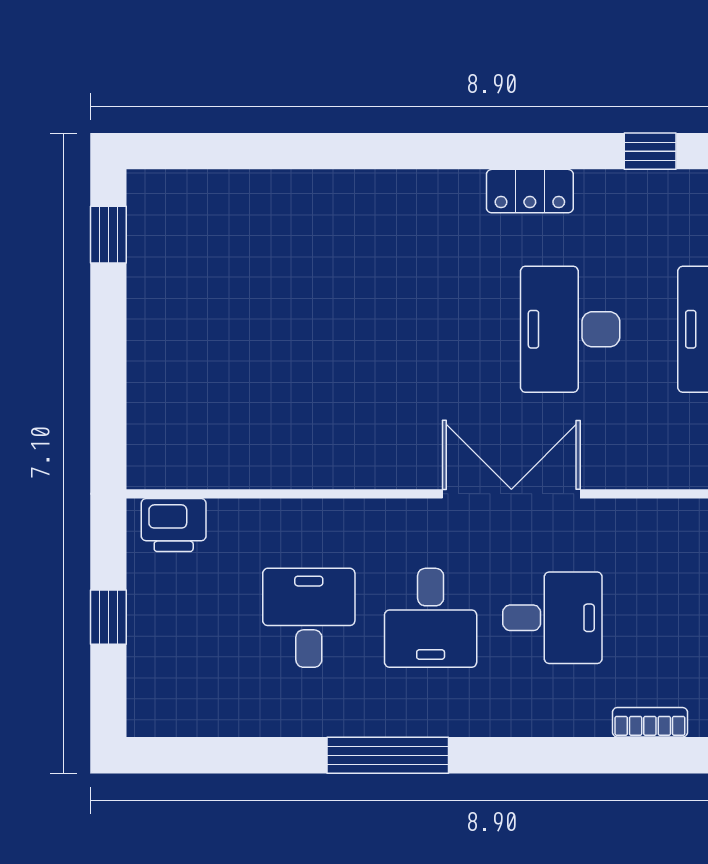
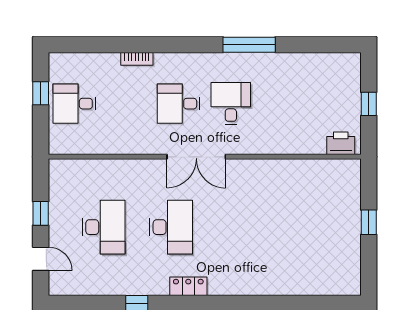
window: (108, 235) -> (369, 222), moved
desk: (309, 618) -> (283, 104), removed

